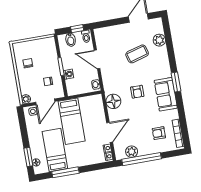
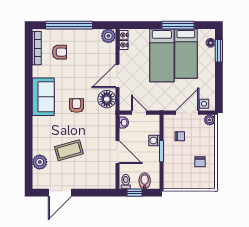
window: (176, 82) -> (29, 109), removed
door: (85, 95) -> (139, 113), added
bed: (72, 121) -> (162, 55), moved, turned 180
door: (110, 132) -> (117, 76), moved
plant: (132, 152) -> (108, 36), moved
window: (142, 159) -> (69, 25), moved

